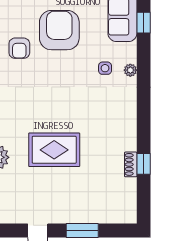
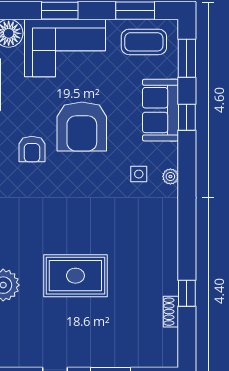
armchair: (59, 30) -> (82, 127), turned 180
shoe rack: (131, 164) -> (171, 312), moved

